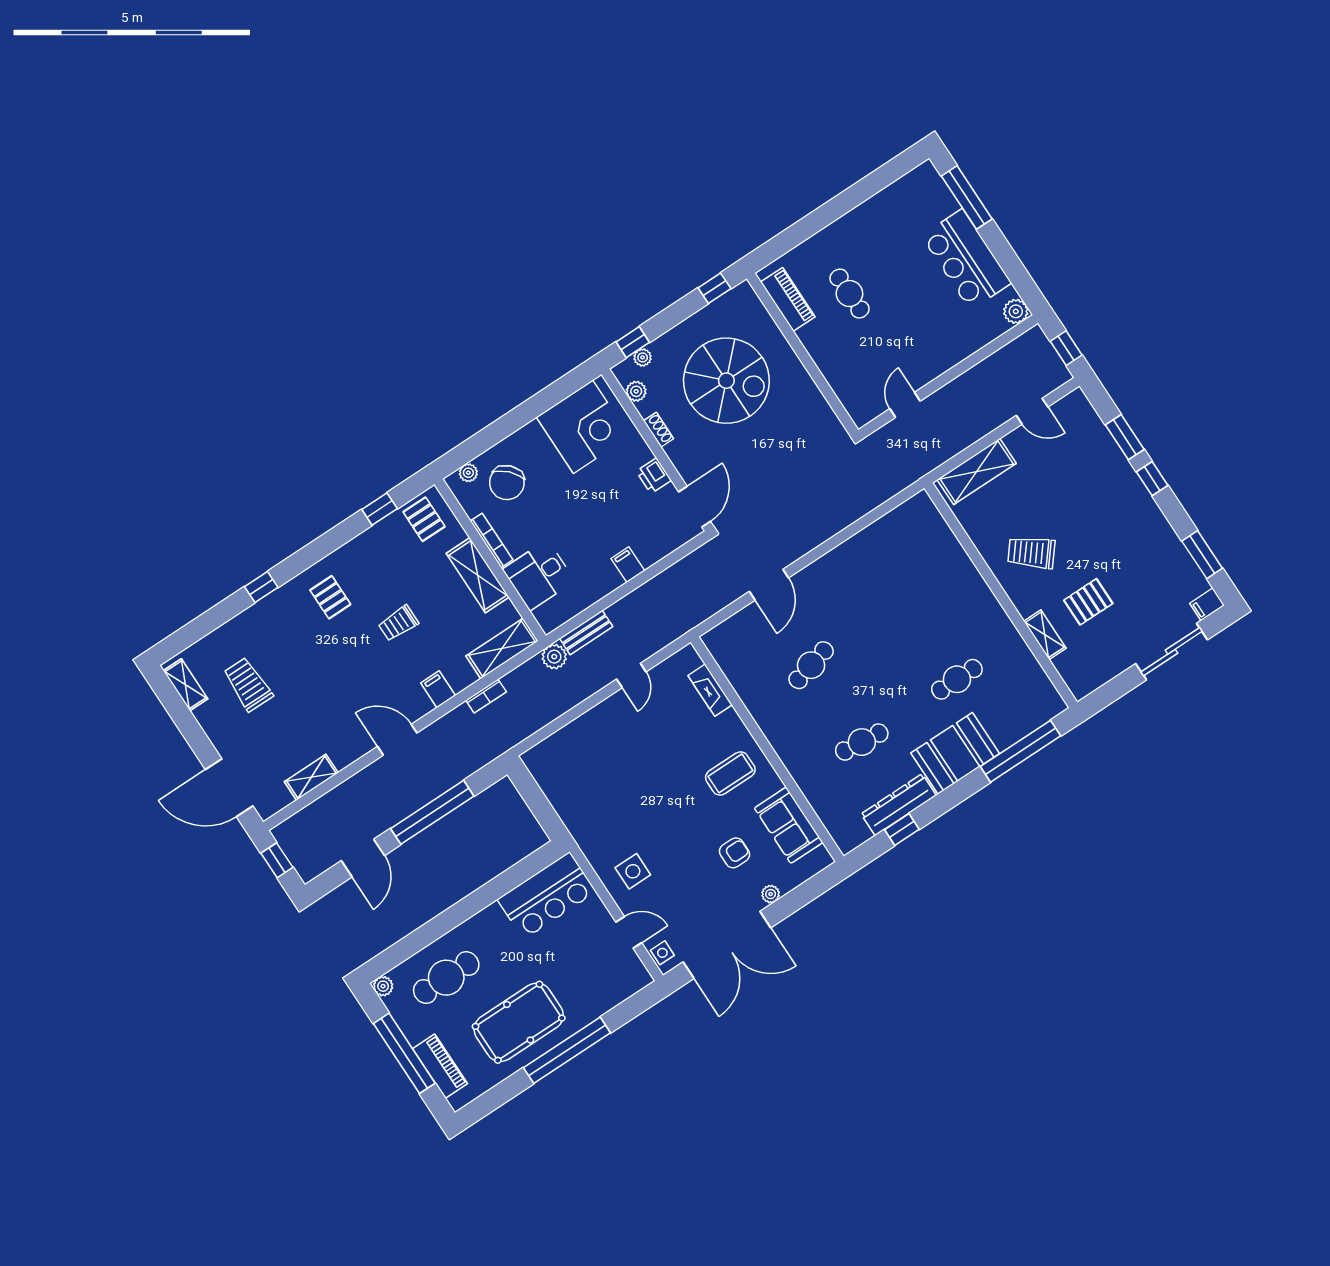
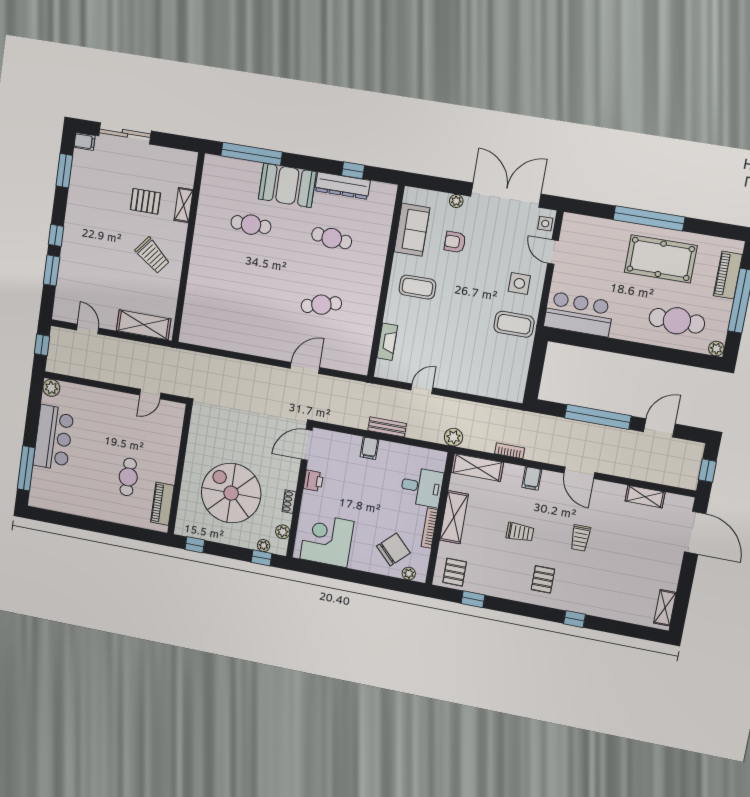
bench: (586, 632) -> (387, 427), moved
trolley: (248, 684) -> (580, 538), moved, width x0.73, depth x0.72
coffee table: (600, 826) -> (514, 324), added

